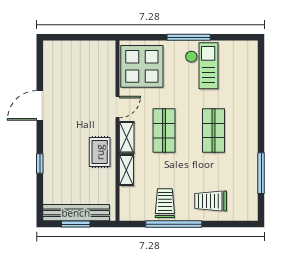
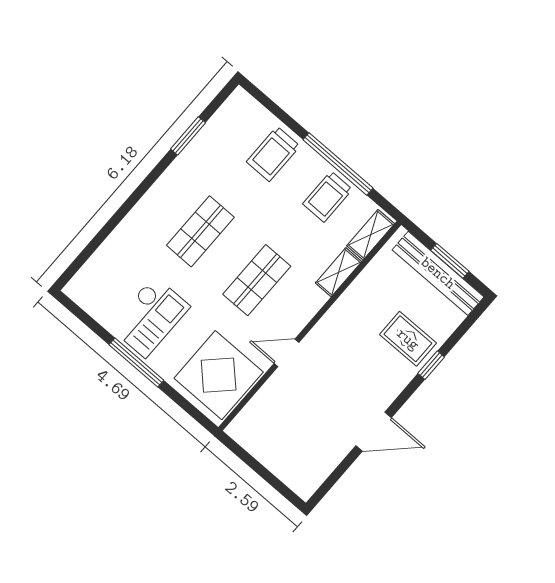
checkout: (202, 66) -> (150, 317), turned 180
shelving: (127, 137) -> (371, 235), moved
rug: (100, 152) -> (408, 339), moved, turned 90
window: (261, 173) -> (188, 136), width x0.69
trolley: (211, 201) -> (273, 154), turned 90

